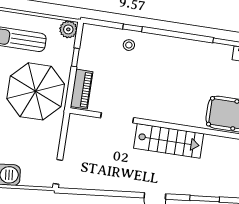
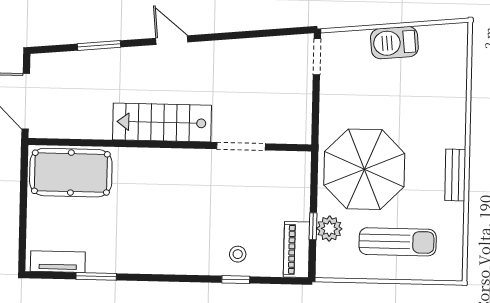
plant: (68, 29) -> (329, 229), moved
piano: (82, 89) -> (297, 250), moved

